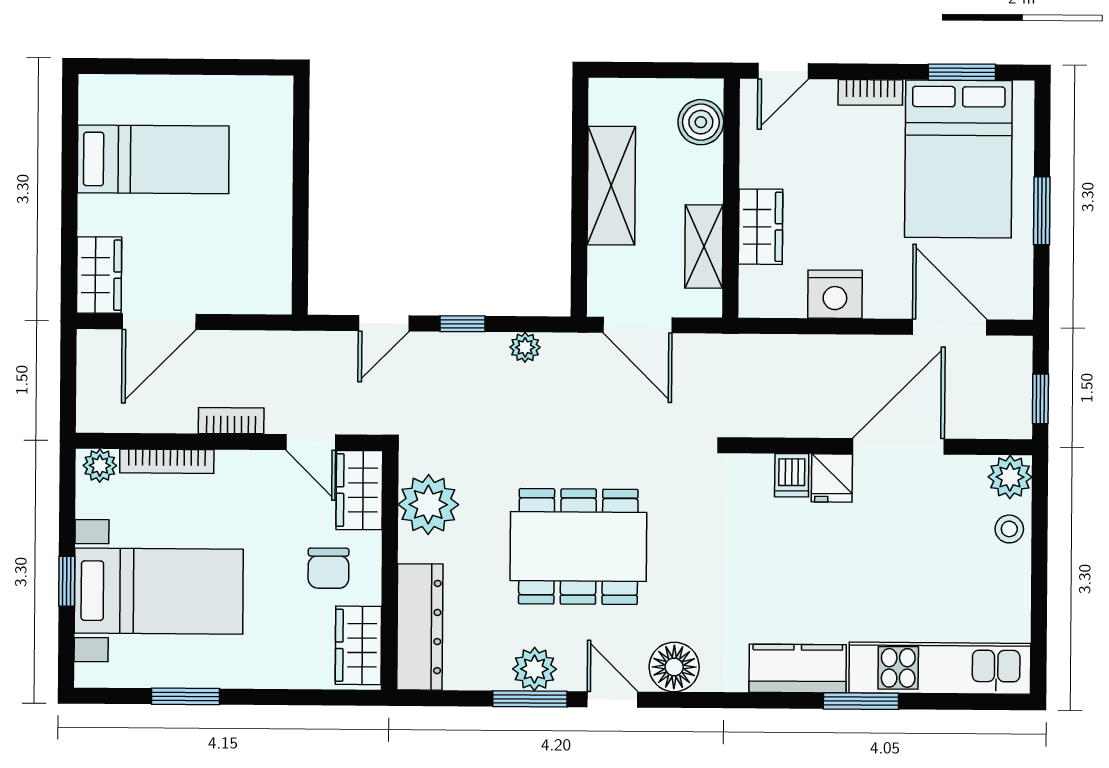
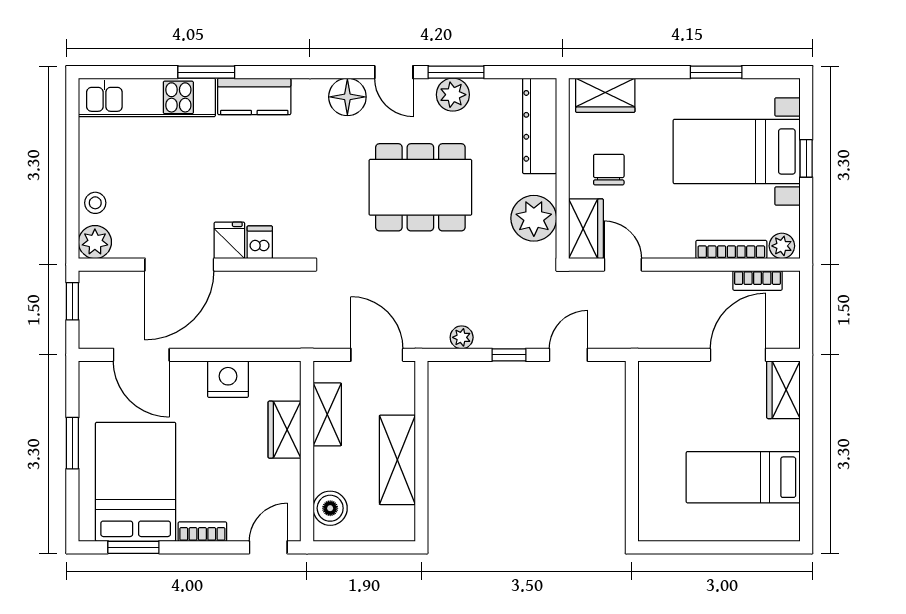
bookcase: (231, 421) -> (758, 280), moved
wardrobe: (358, 645) -> (605, 95), moved, turned 90

